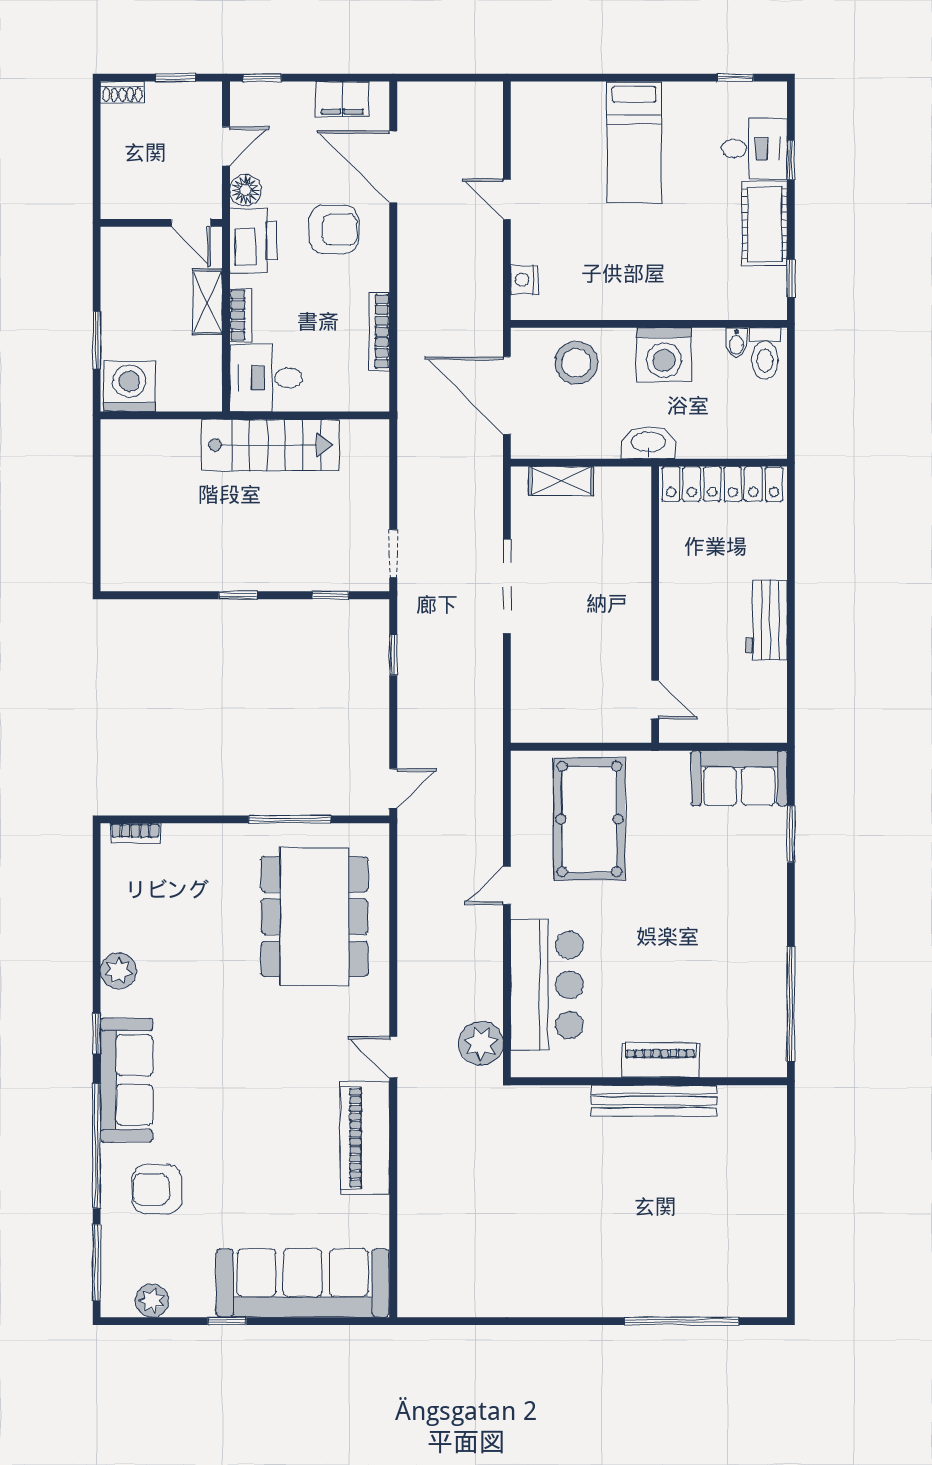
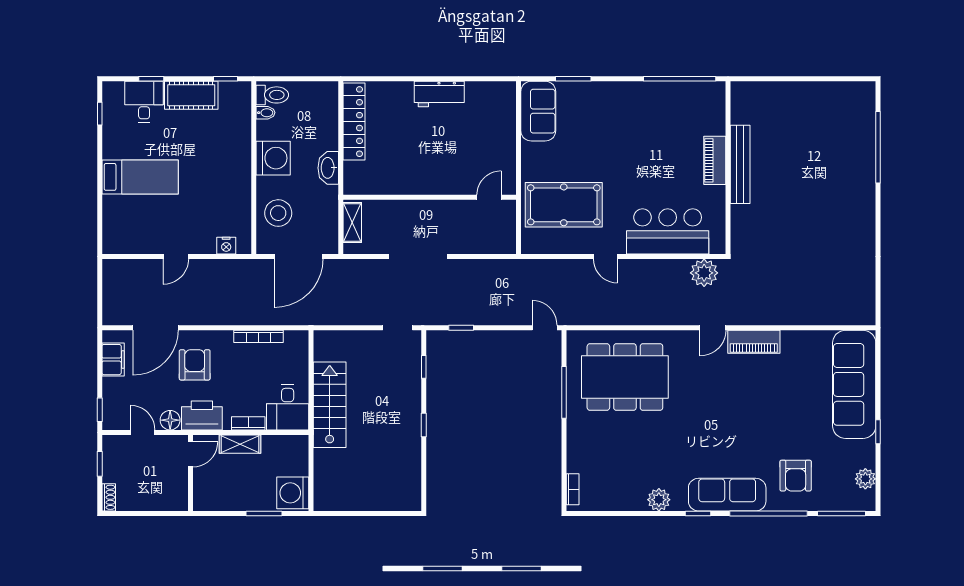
wall: (655, 605) -> (430, 197), moved
door: (655, 700) -> (489, 197), moved
piano: (365, 1138) -> (754, 342), width x0.73, depth x0.75

